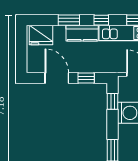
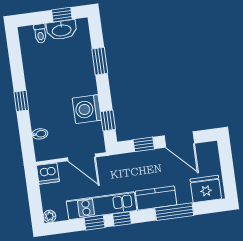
window: (69, 20) -> (174, 212), width x1.44
window: (101, 20) -> (122, 219), moved

